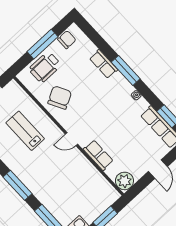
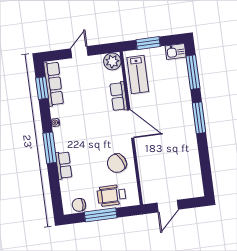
wheelchair: (45, 67) -> (111, 195), turned 180
lab bench: (25, 131) -> (138, 74), moved
door: (71, 139) -> (131, 124), width x1.88

